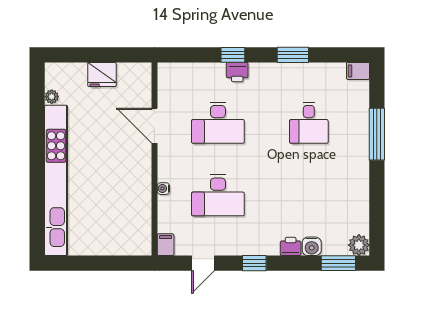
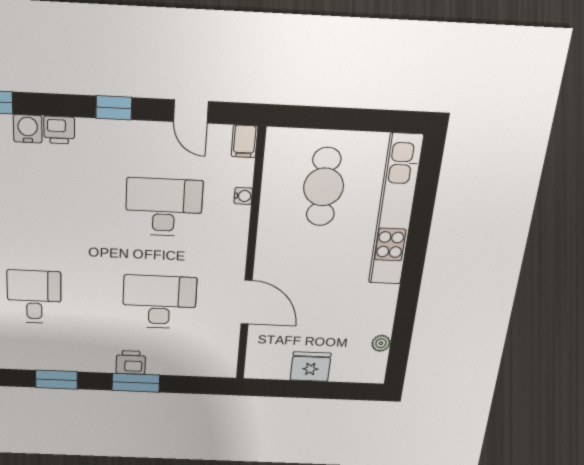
window: (233, 55) -> (136, 383), width x1.50
kitchen unit: (56, 180) -> (395, 211), width x0.73
water cooler: (163, 189) -> (243, 196), moved
cafe table: (108, 215) -> (324, 187), added
door: (203, 263) -> (191, 112), swing flipped

